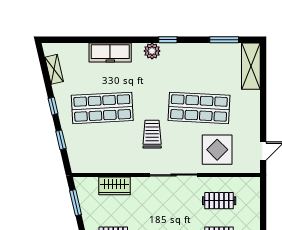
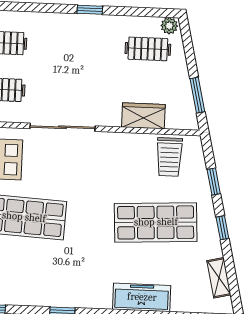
plant: (152, 51) -> (85, 297), removed
trolley: (152, 134) -> (169, 157), moved

